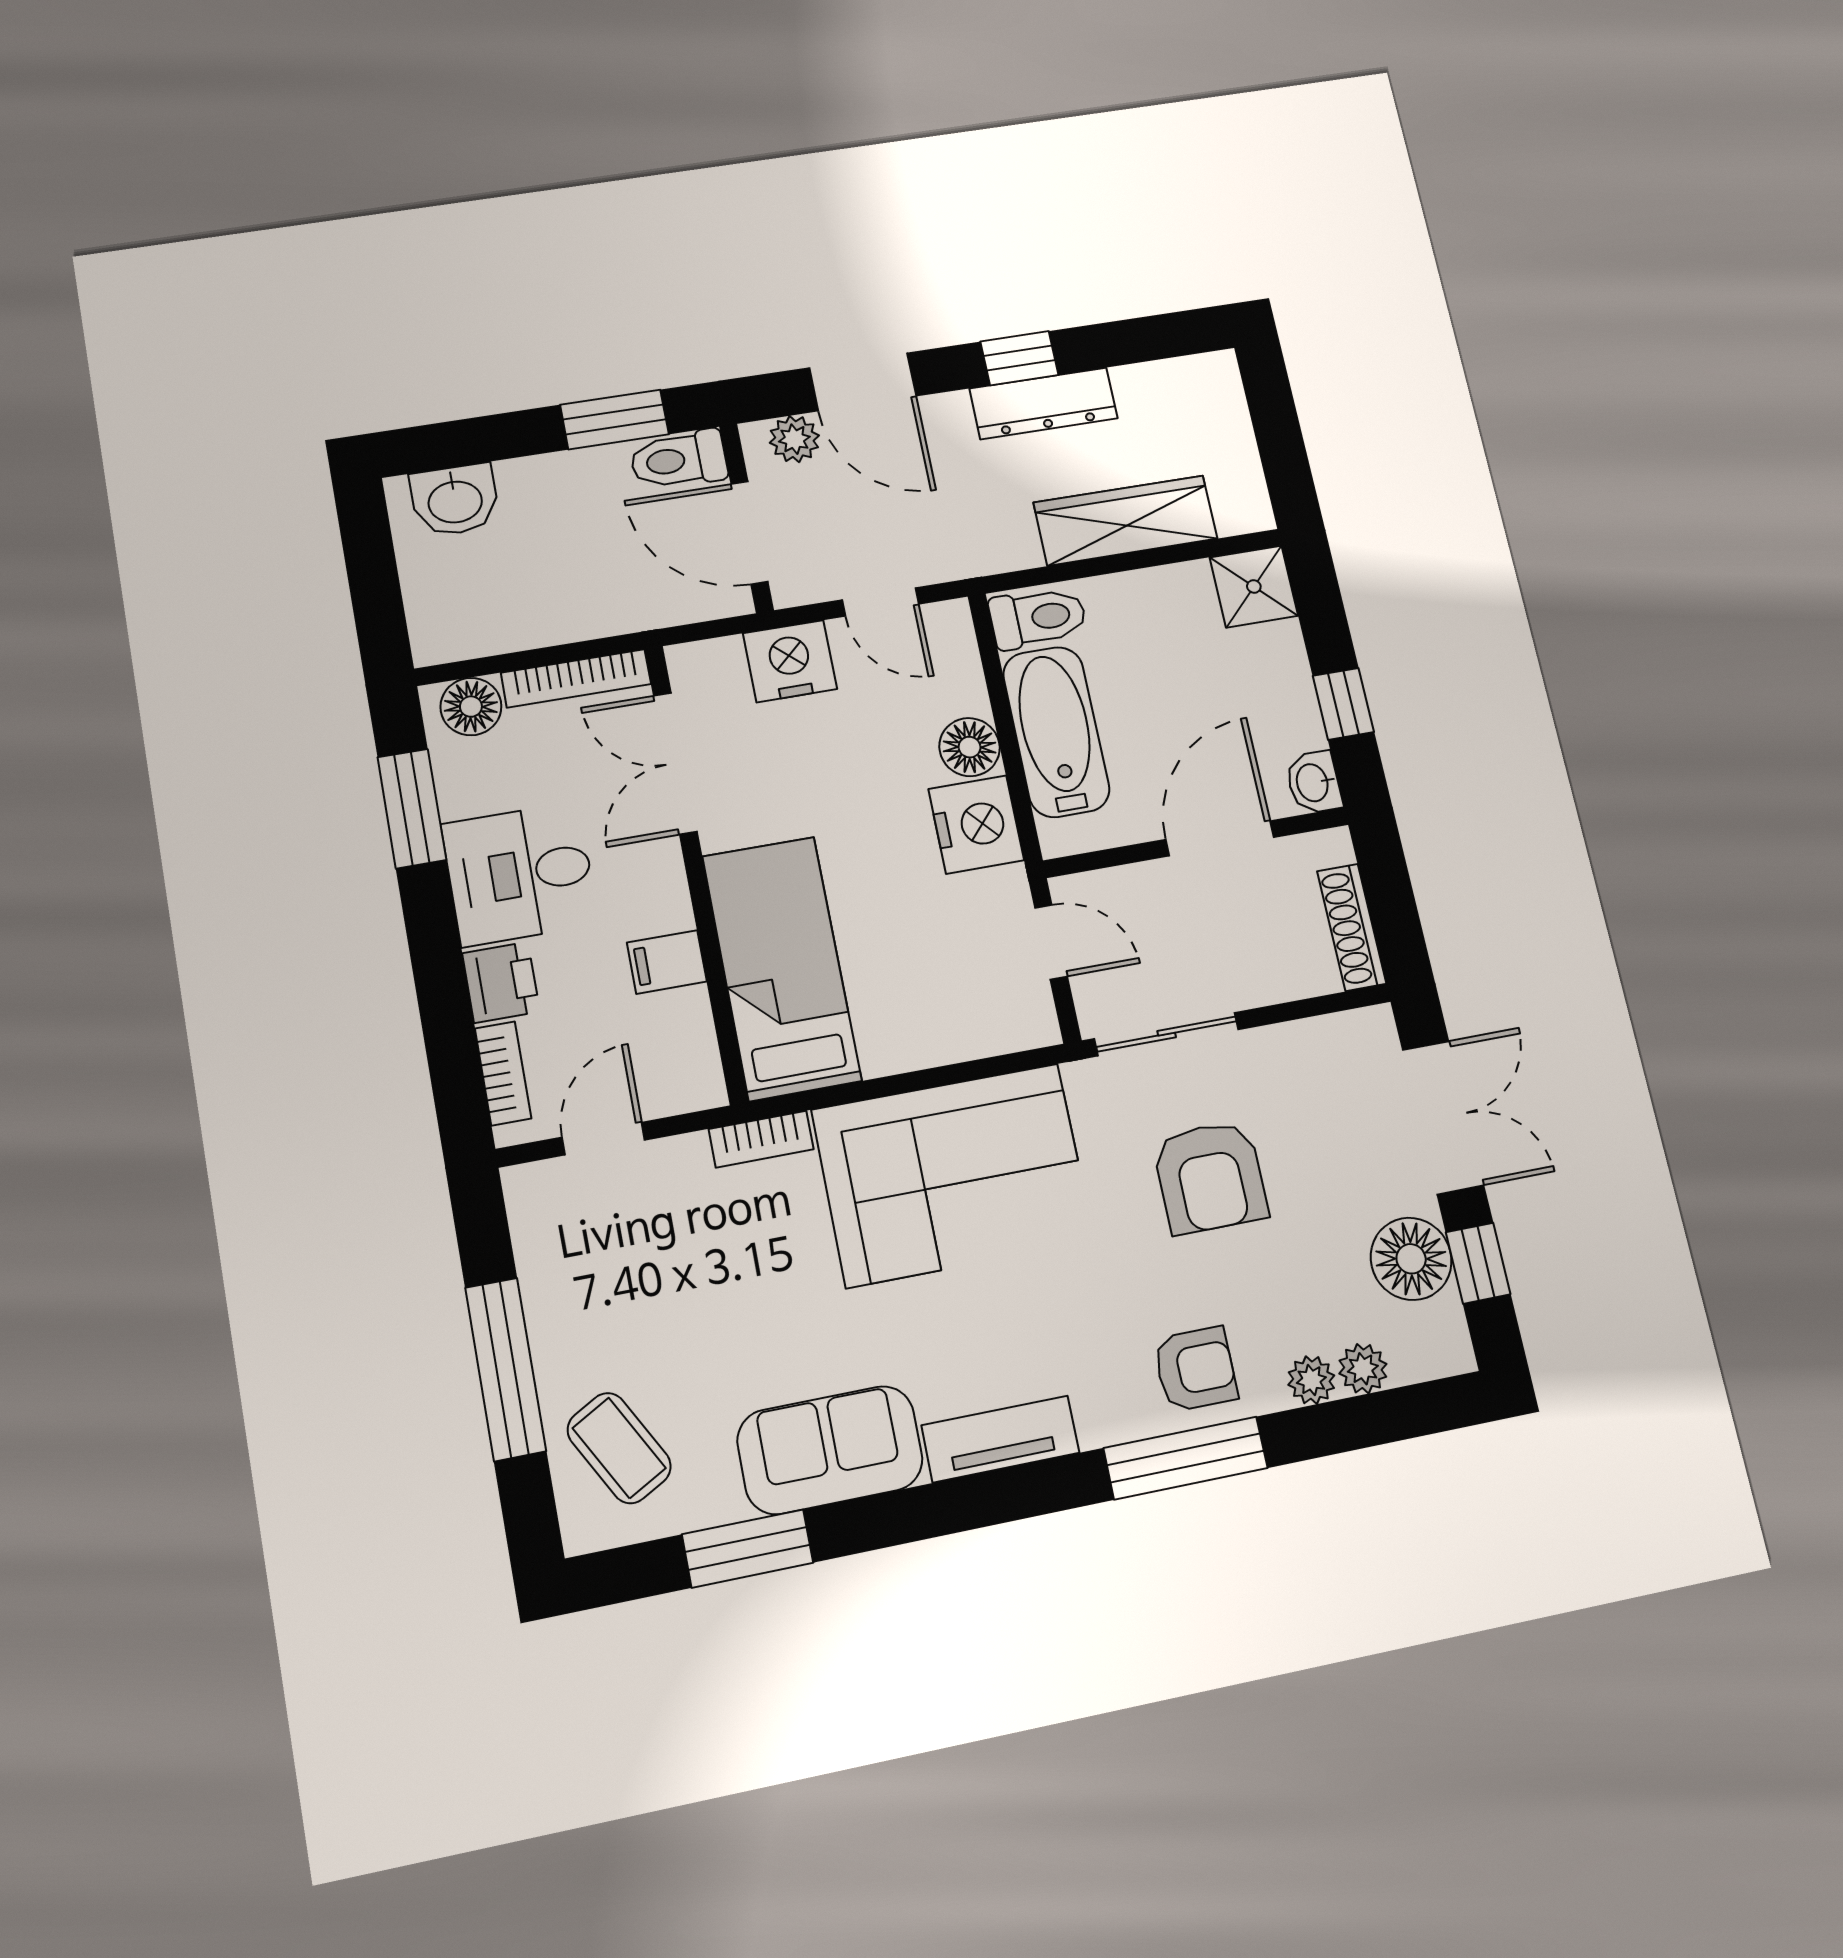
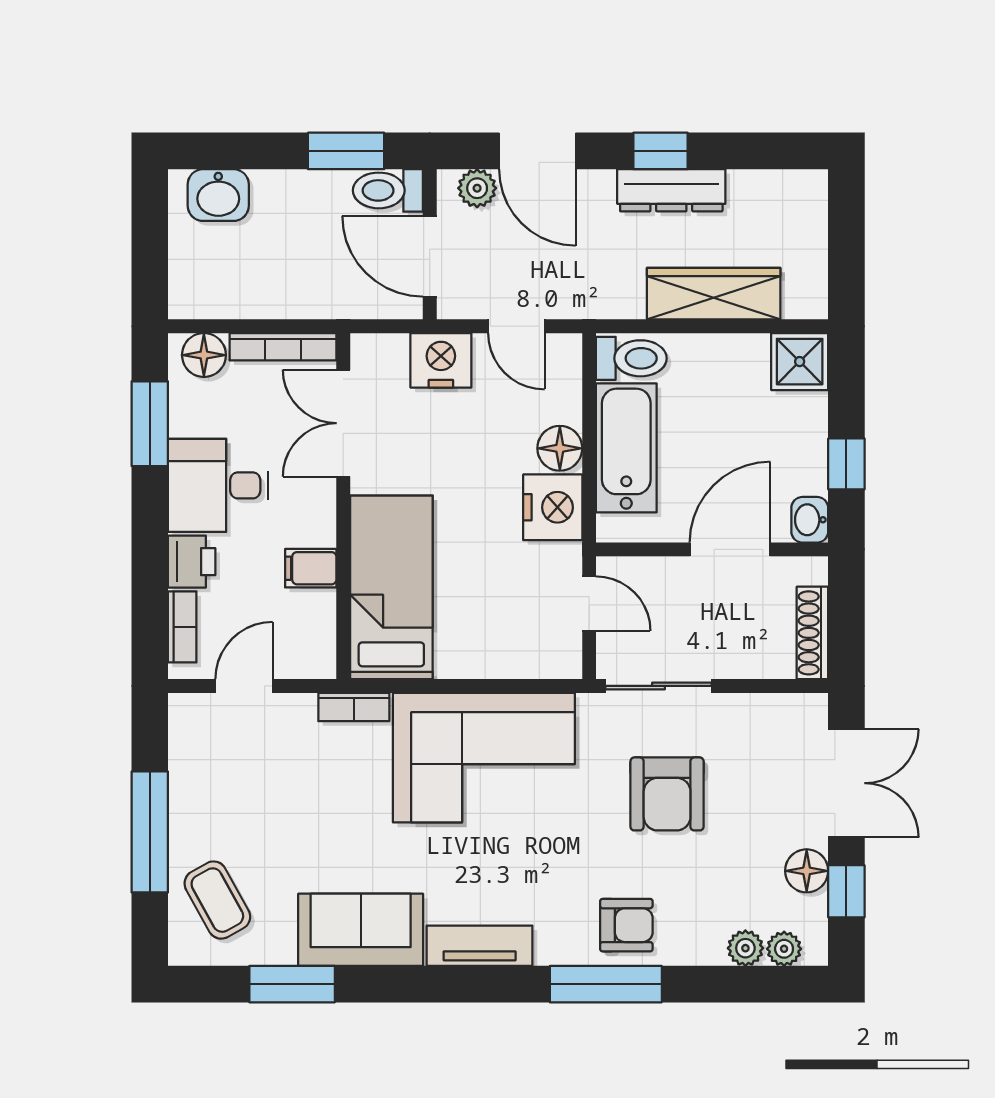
floor lamp: (1411, 1259) -> (807, 871), width x0.73, depth x0.73
plant: (1311, 1380) -> (784, 949), moved

